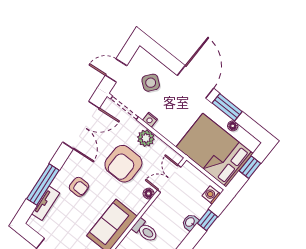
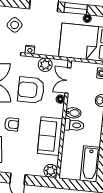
plant: (146, 138) -> (45, 65), moved
armchair: (123, 164) -> (31, 90), turned 90
bidet: (153, 217) -> (73, 113), added

